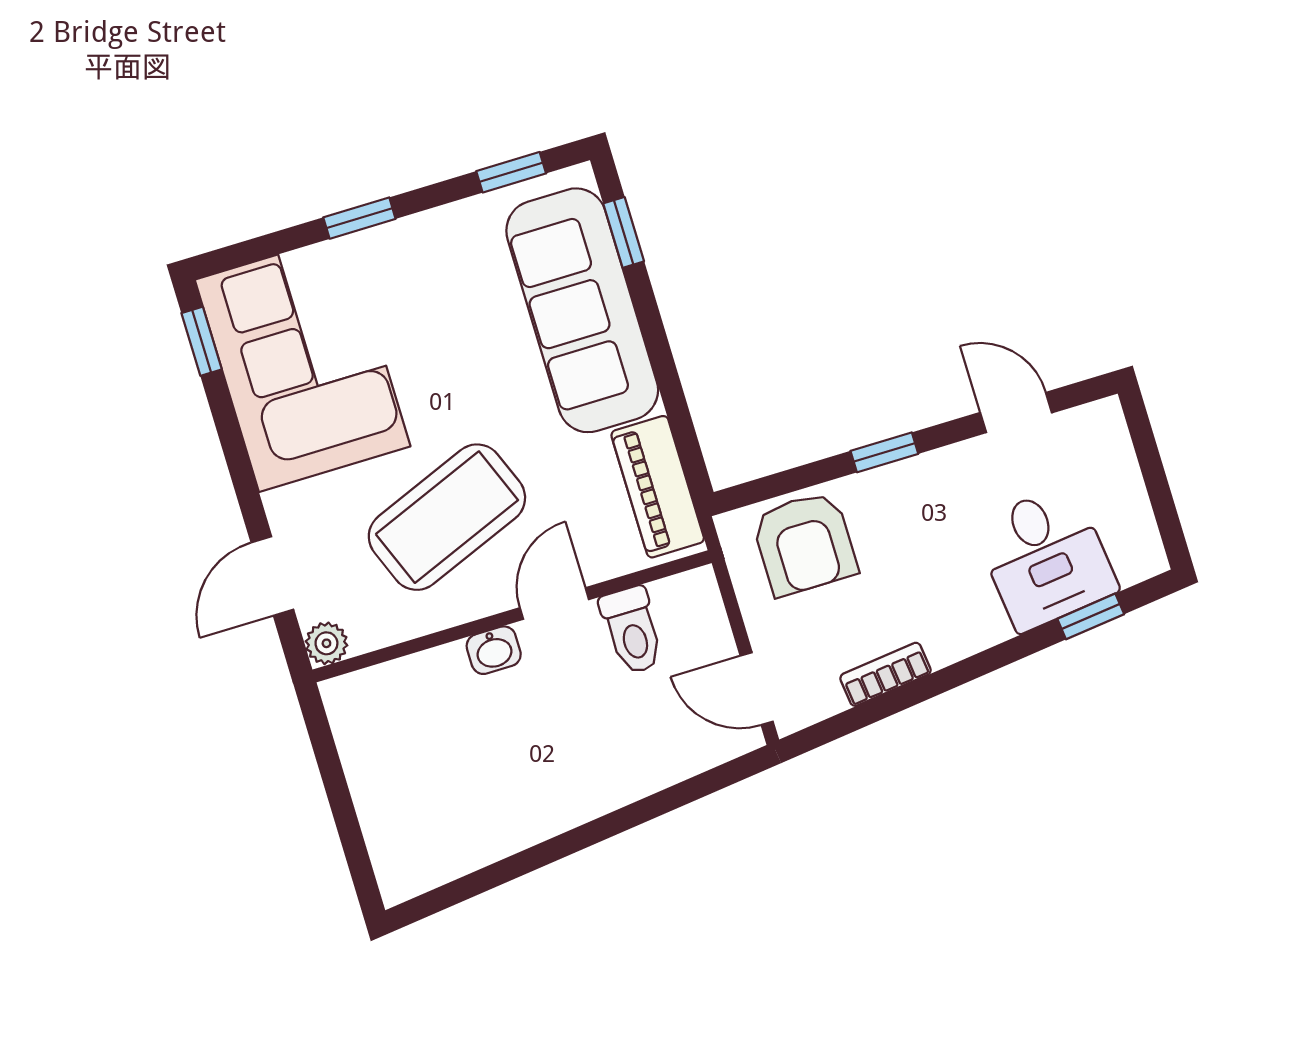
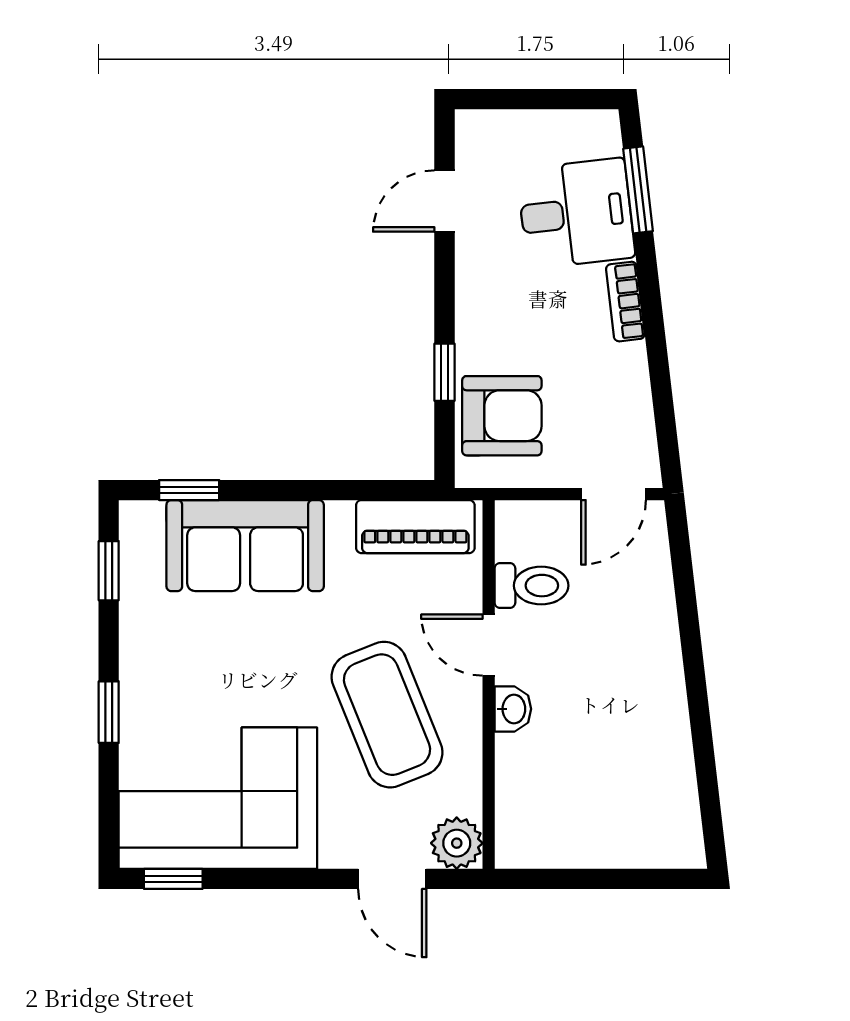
sofa: (582, 310) -> (245, 546), width x0.73
window: (884, 452) -> (444, 372), moved
window: (1091, 616) -> (638, 190), width x1.50
plant: (326, 643) -> (457, 843), width x1.38, depth x1.38
bookcase: (885, 674) -> (625, 302), moved

